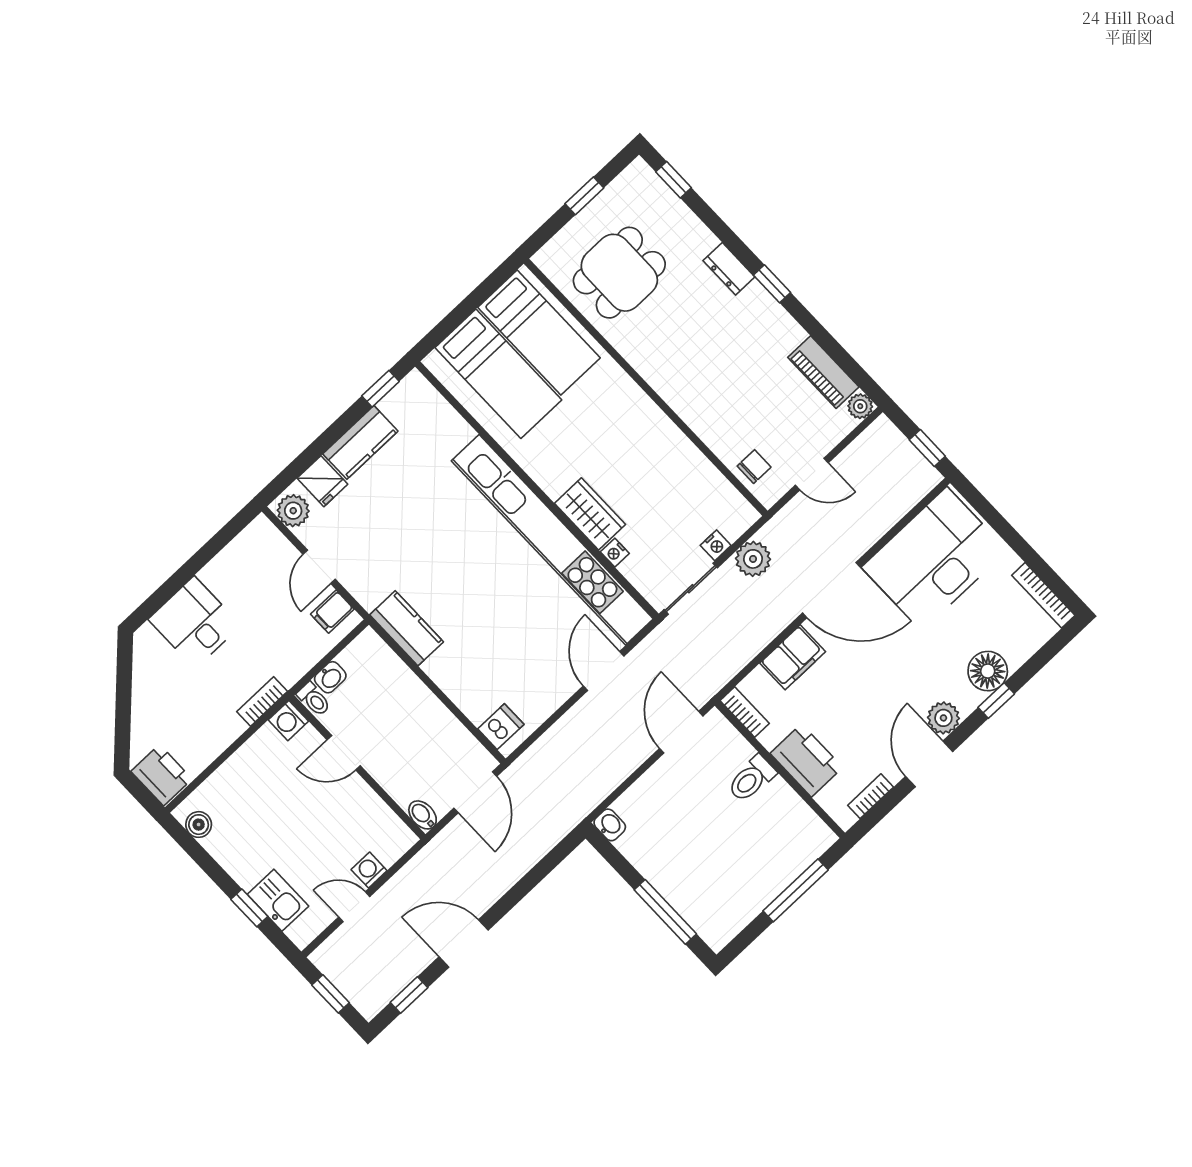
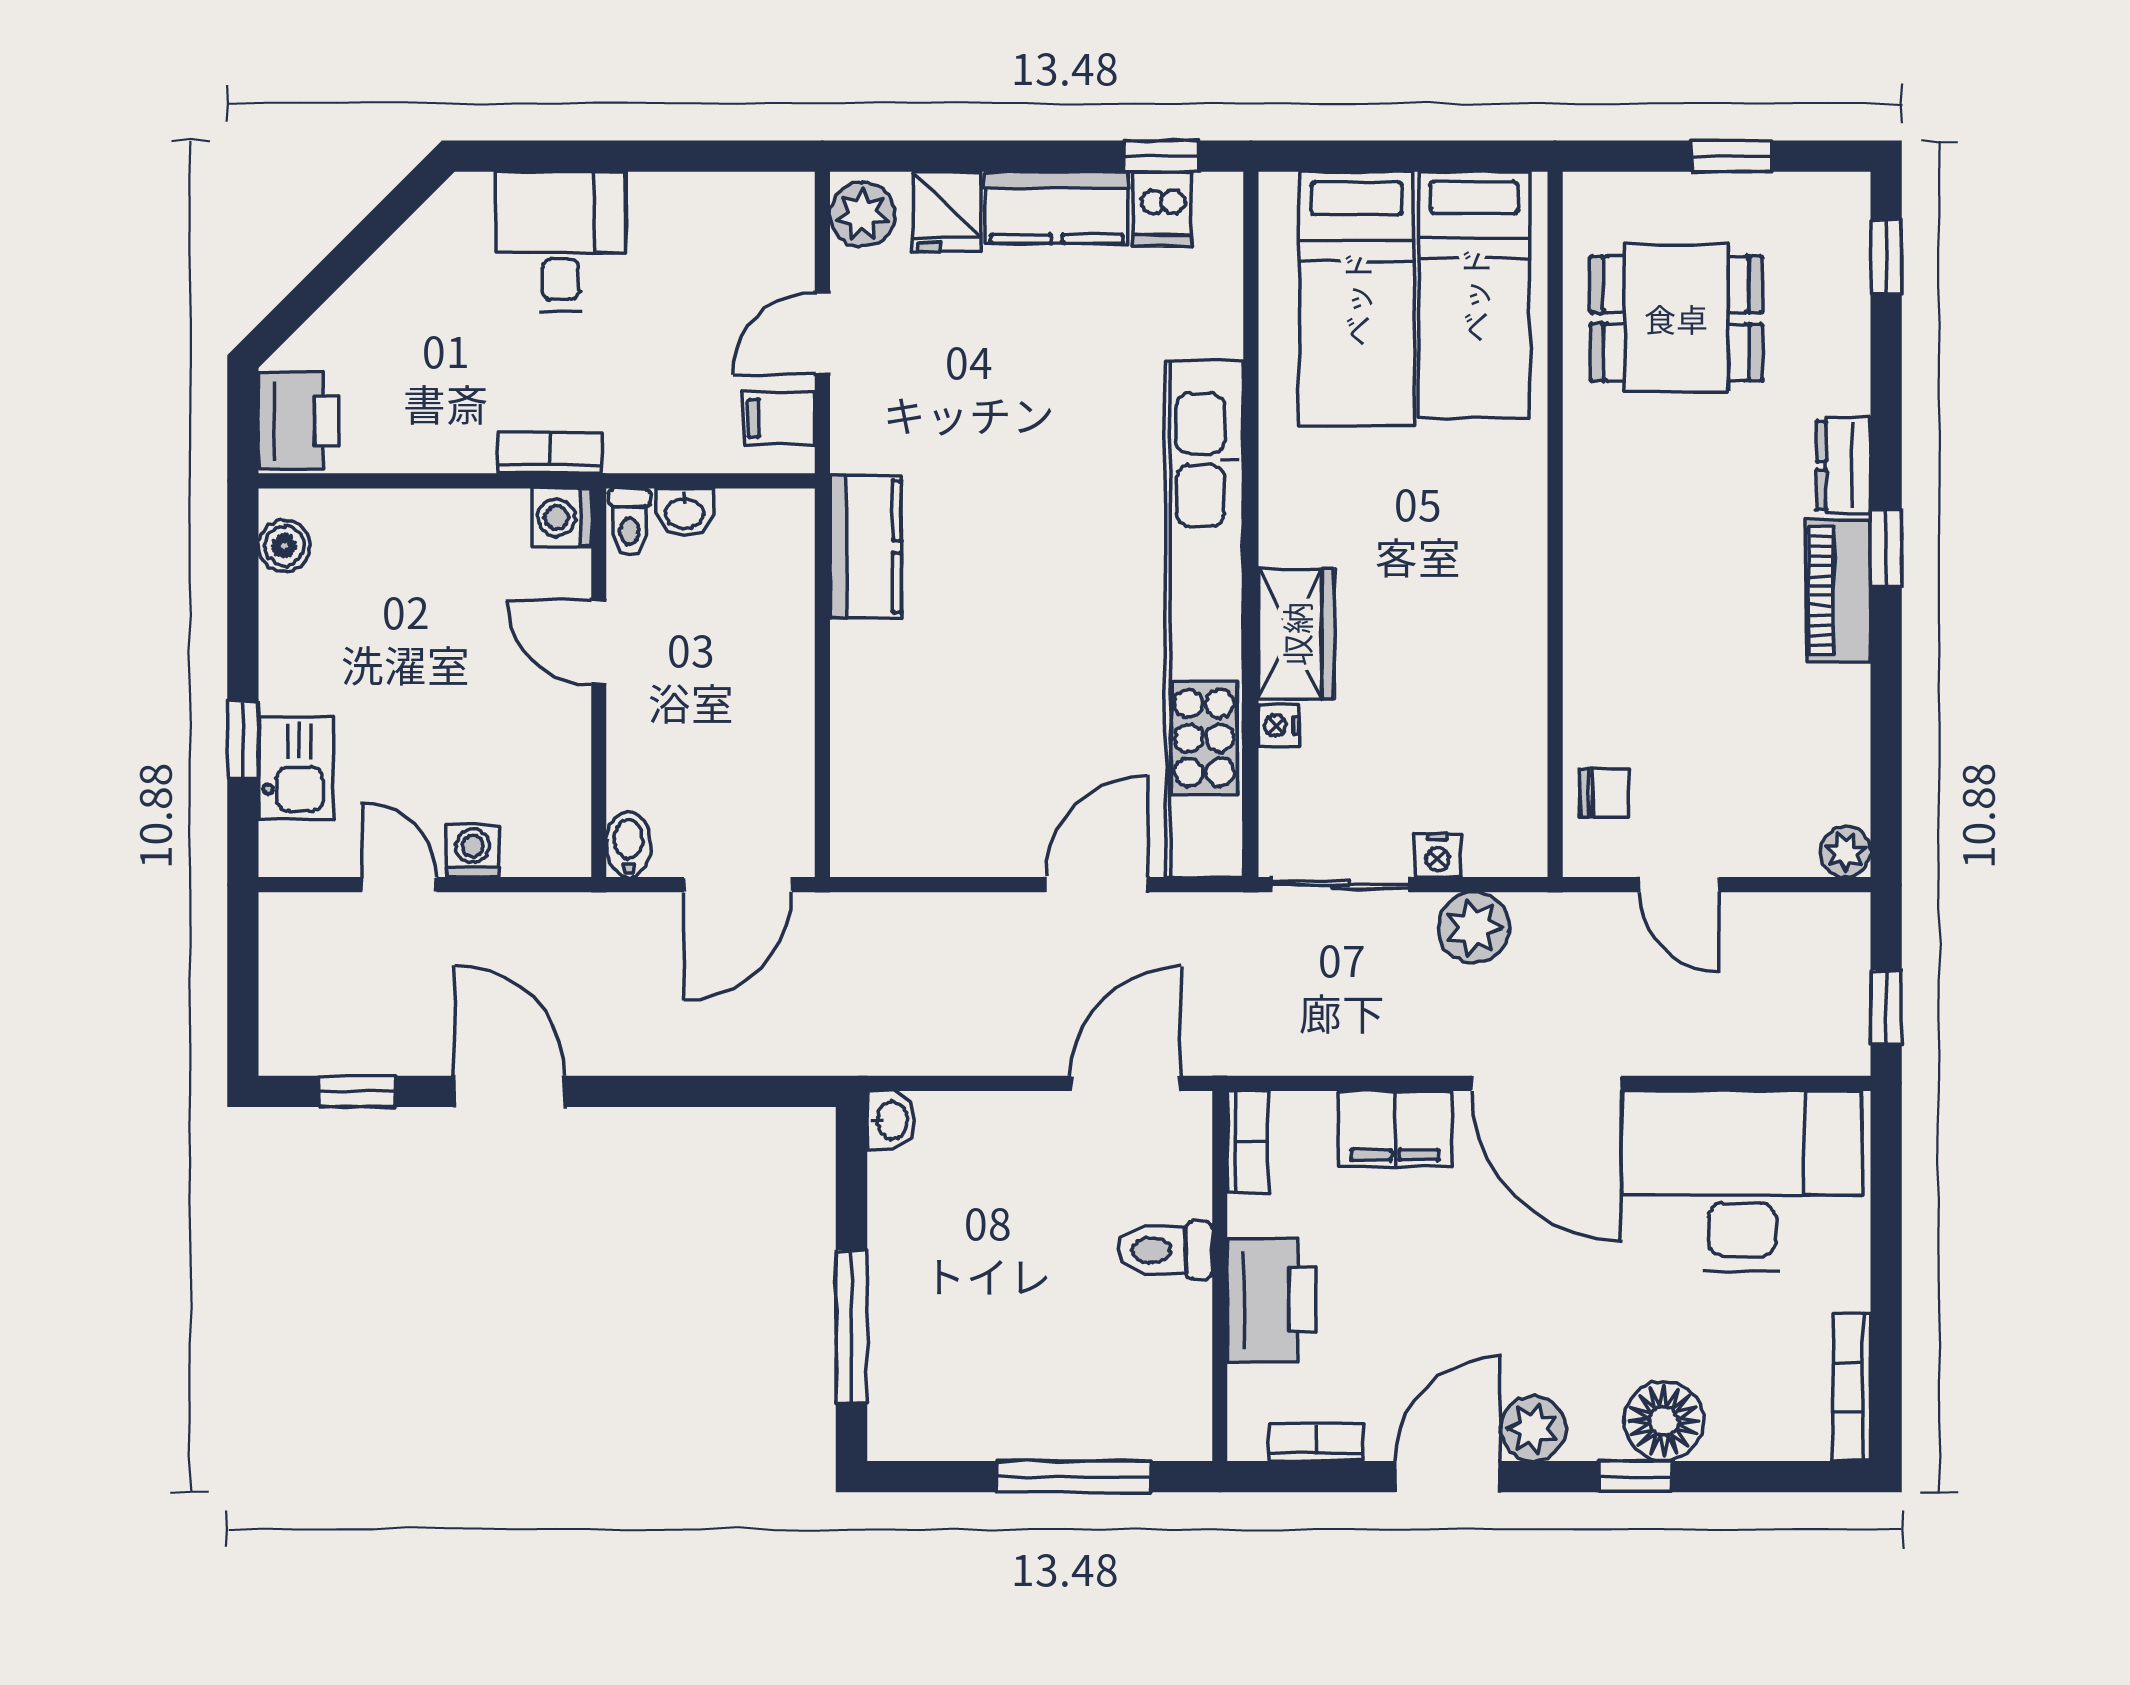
piano: (823, 372) -> (1839, 591), moved
dishwasher: (501, 727) -> (1162, 209), moved, turned 90
window: (331, 994) -> (243, 980), removed

